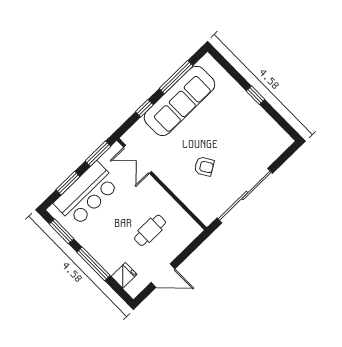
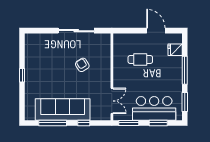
sliding door: (245, 196) -> (76, 31), width x0.73

